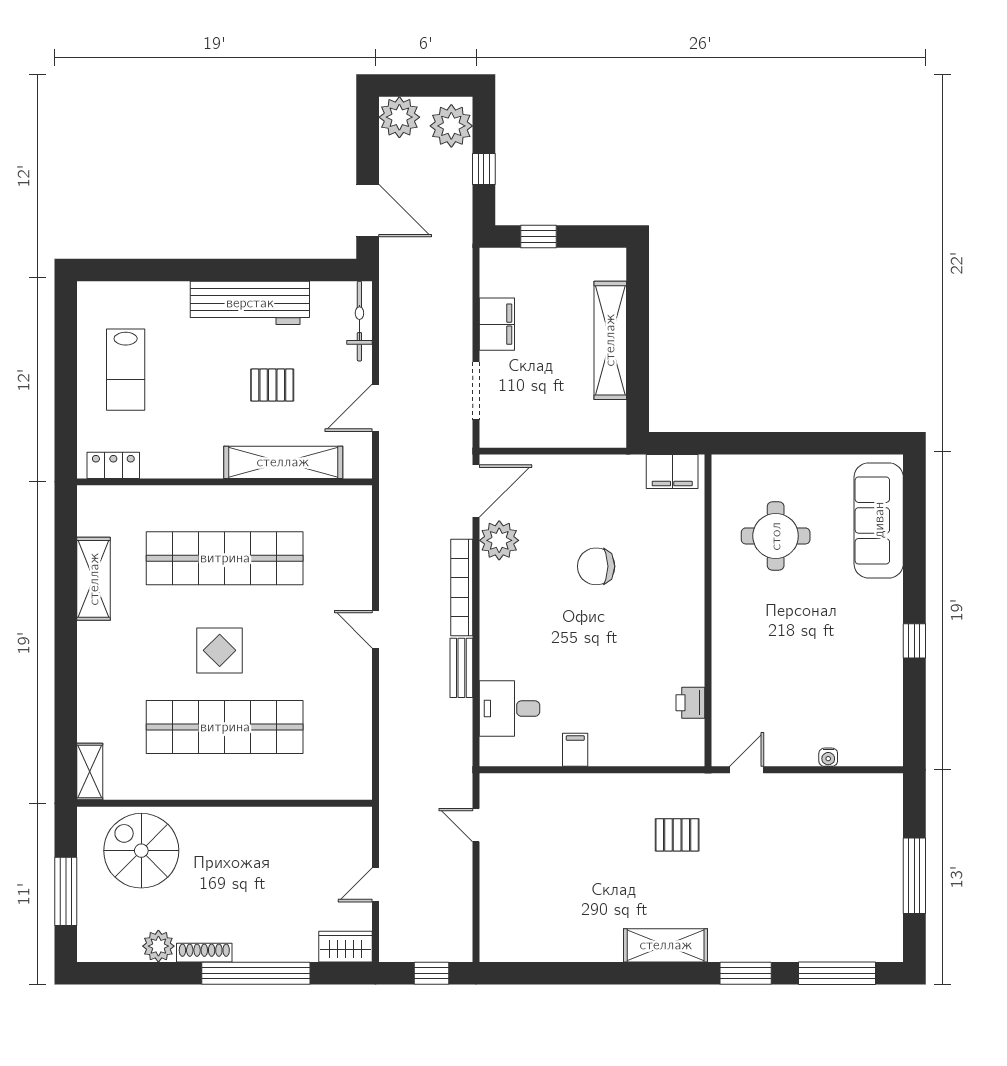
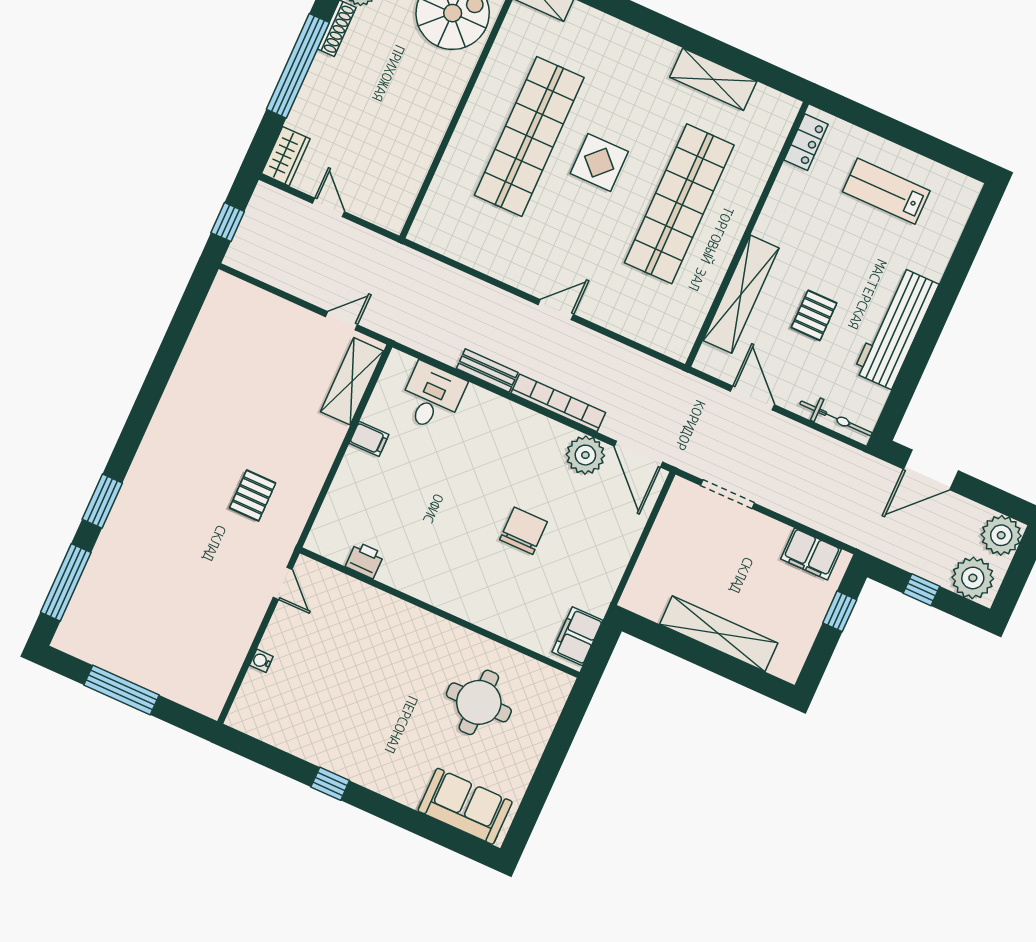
filing cabinet: (497, 324) -> (811, 554), moved
sofa: (879, 520) -> (465, 806), width x0.73
shelving: (666, 945) -> (352, 381), moved

